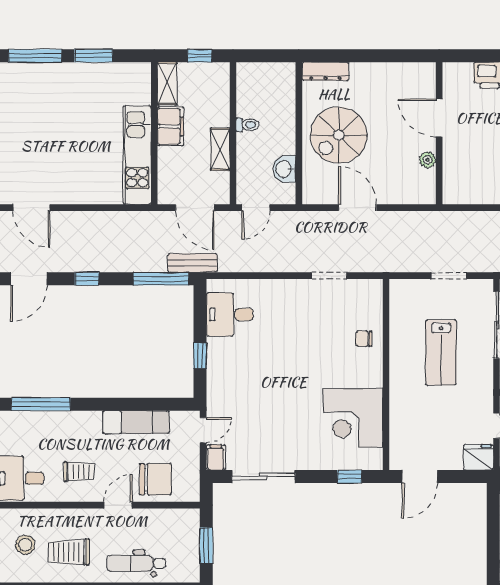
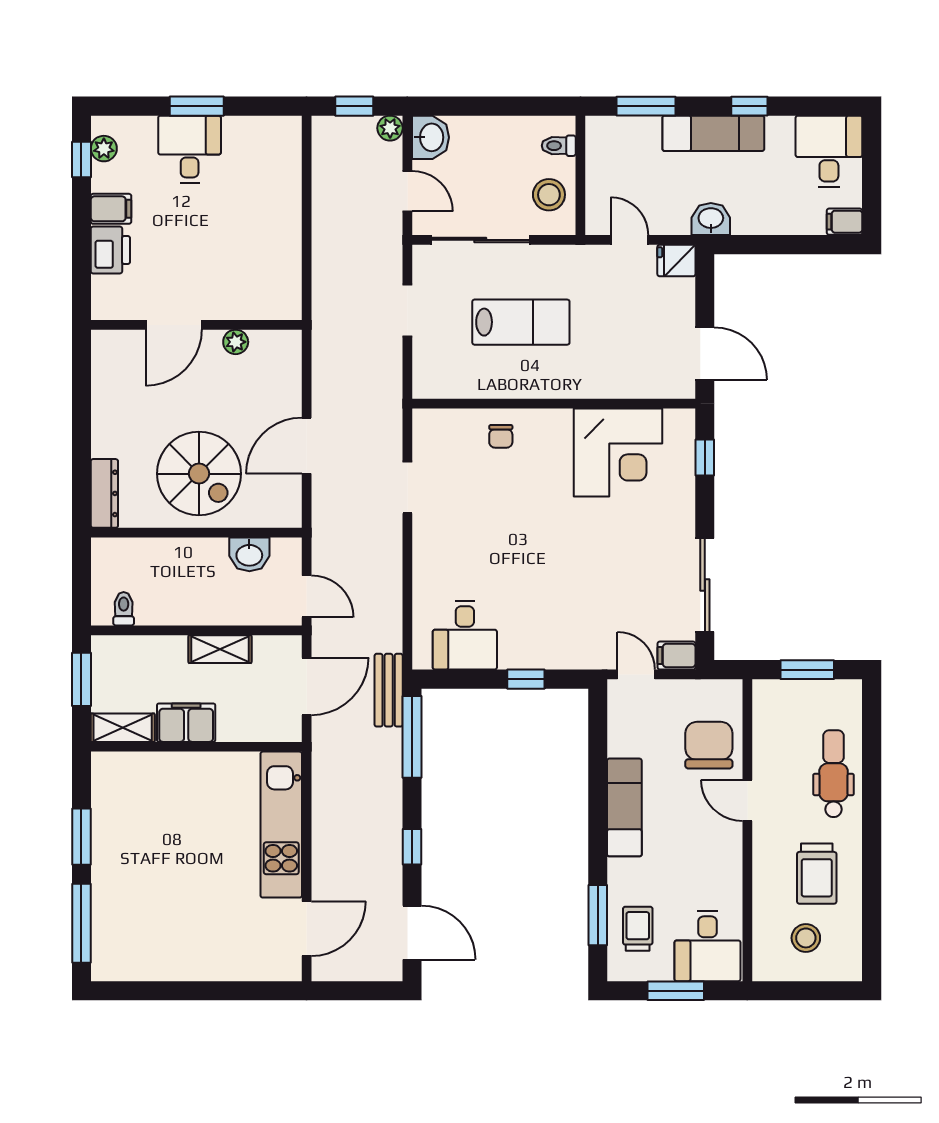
window: (200, 56) -> (81, 679), width x1.50
toilet: (247, 125) -> (124, 609), moved
kitchen unit: (137, 155) -> (281, 825), moved, turned 90
window: (41, 404) -> (598, 915), width x0.69
exam couch: (136, 422) -> (624, 807), moved
fridge: (478, 457) -> (676, 261), width x0.72
trolley: (79, 472) -> (638, 929), moved
dental chair: (136, 563) -> (833, 774), turned 180

